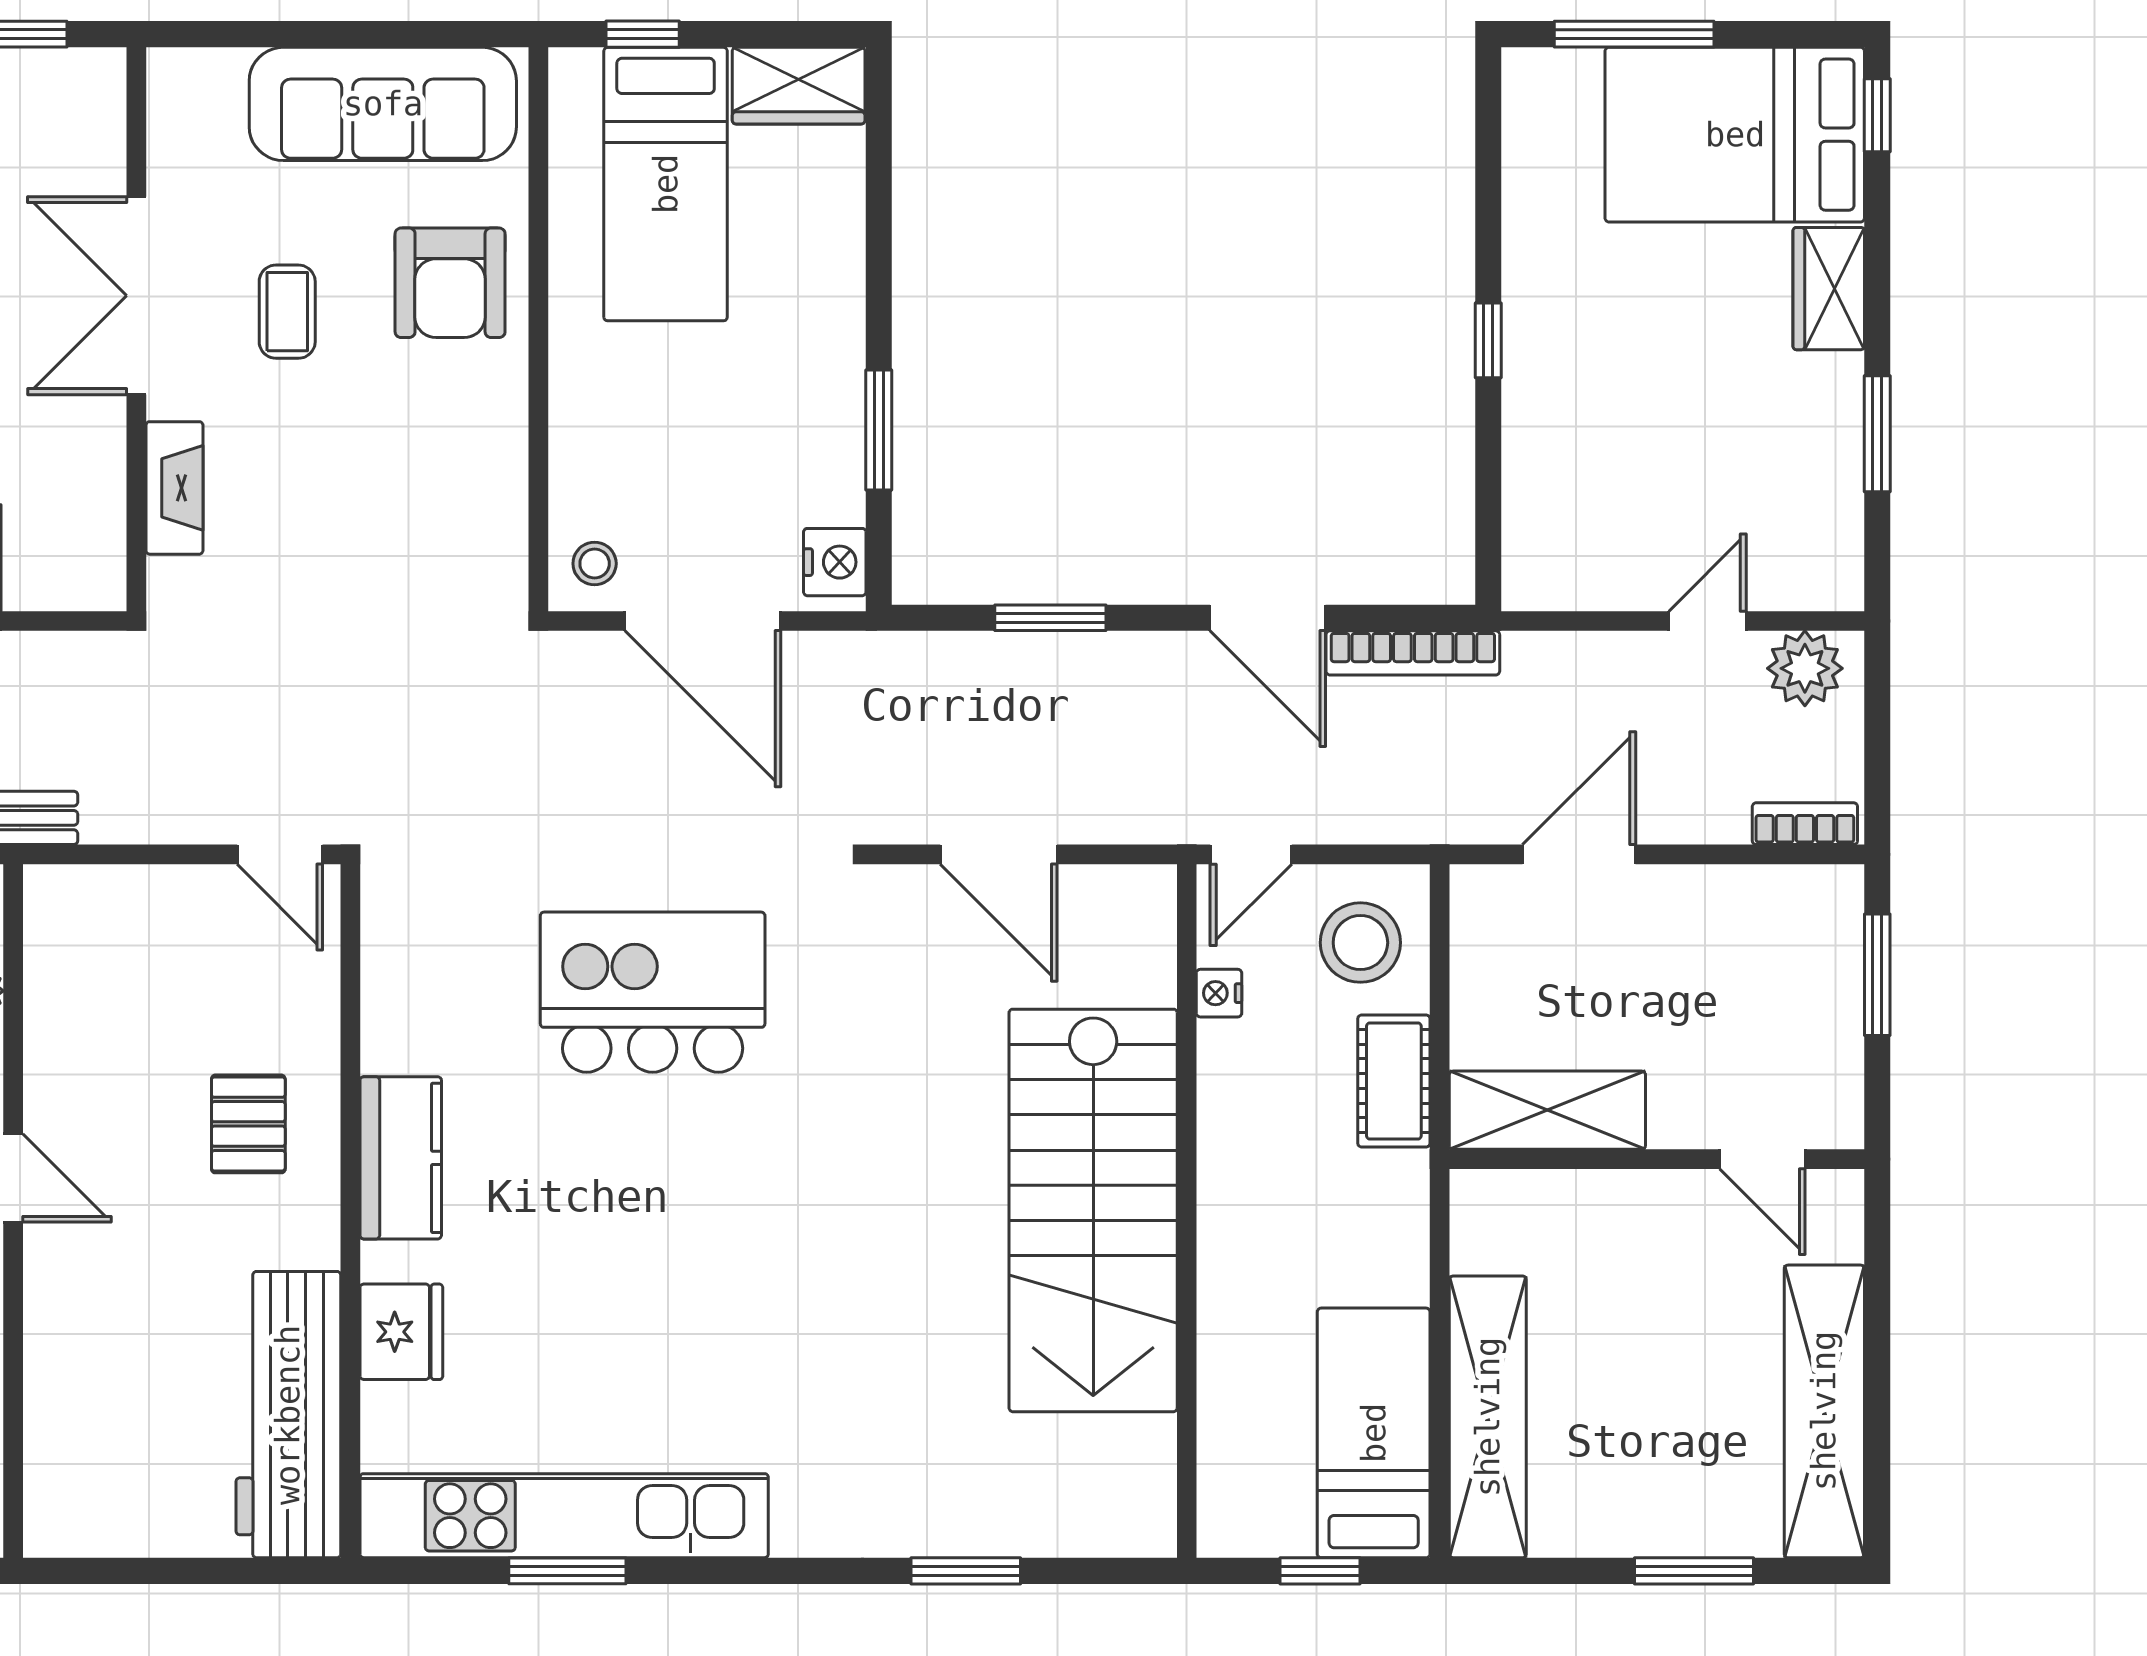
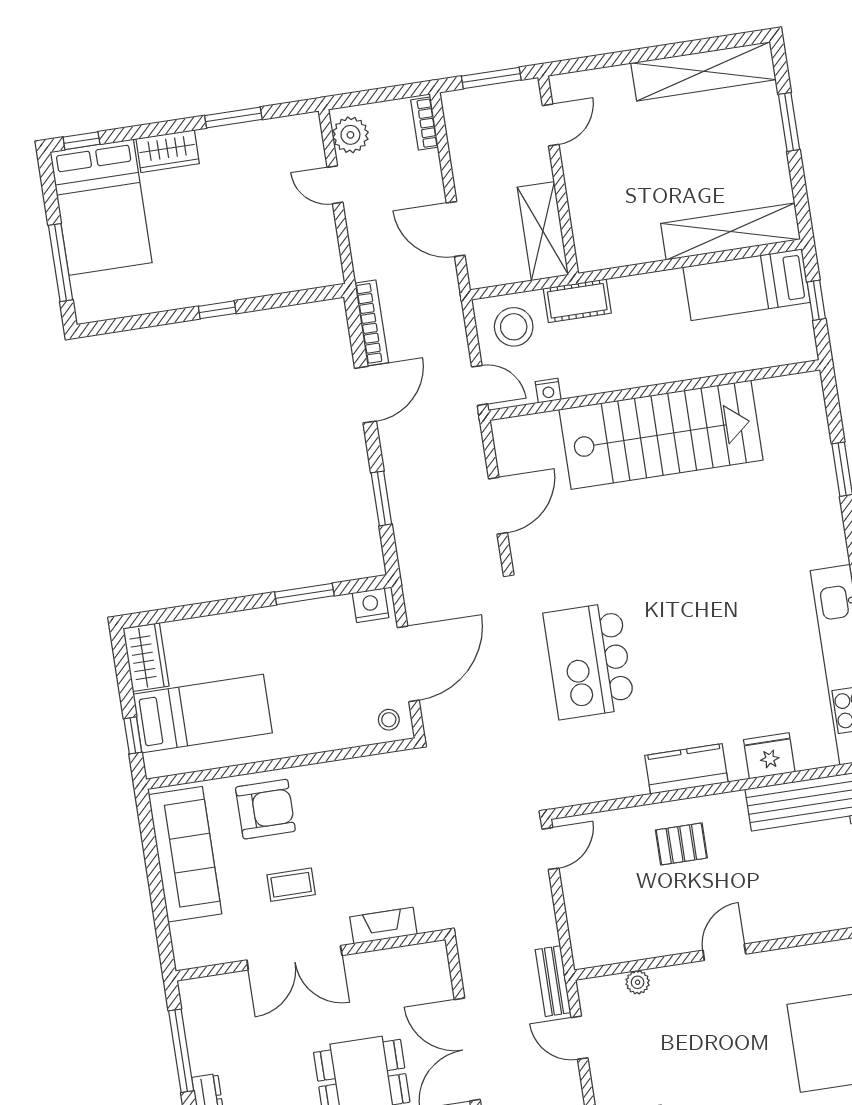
shelving: (1547, 1110) -> (543, 231), moved
wall: (1657, 1159) -> (558, 175), moved
door: (1762, 1159) -> (551, 125), moved

